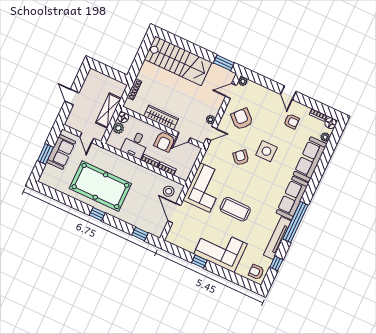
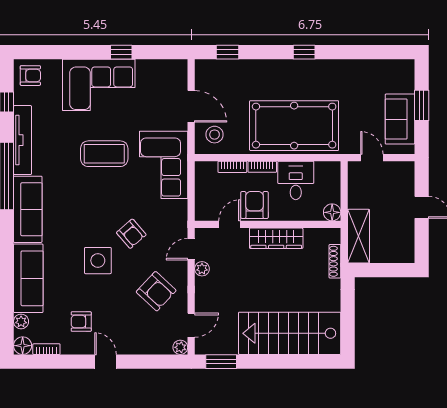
shelving: (108, 111) -> (358, 236), moved
plant: (118, 128) -> (332, 193), removed
pool table: (100, 186) -> (294, 126), moved

